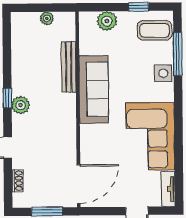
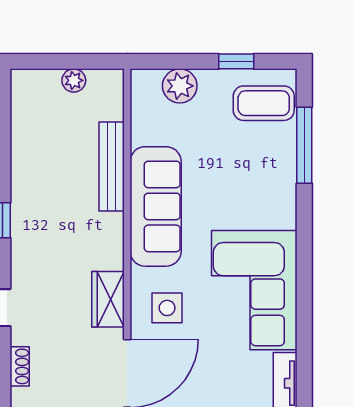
side table: (163, 73) -> (167, 308), moved
plant: (20, 105) -> (26, 233), removed
wardrobe: (67, 142) -> (108, 299), added

